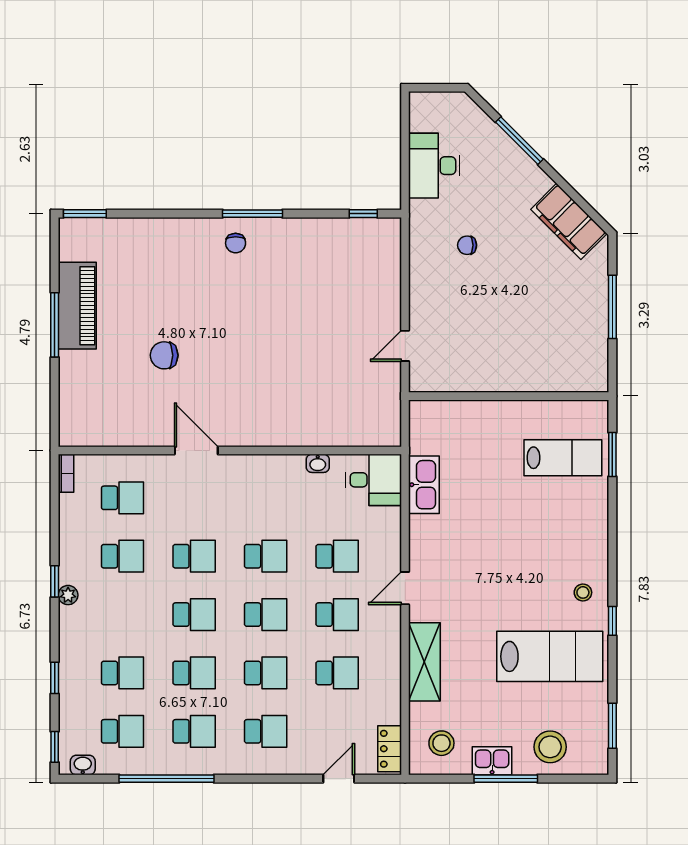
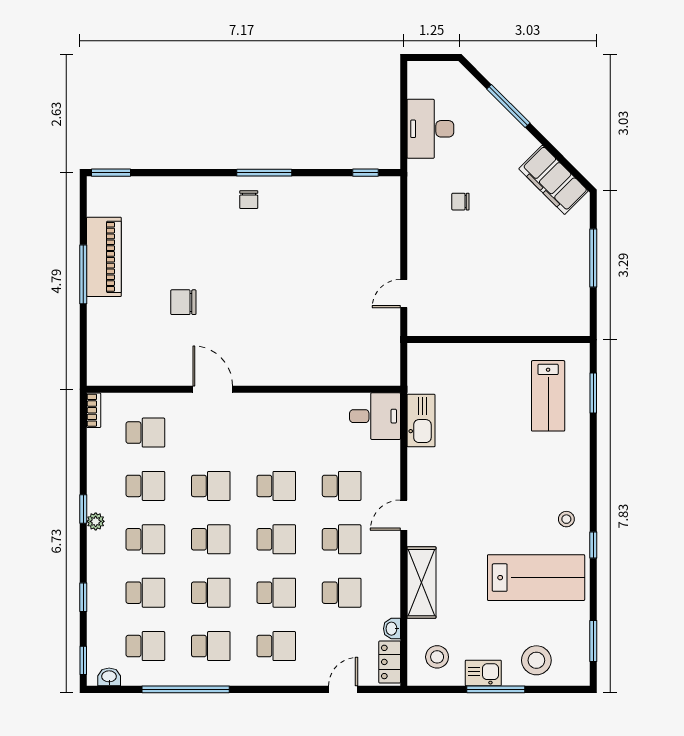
lab bench: (563, 458) -> (548, 396), turned 90
washbasin: (318, 463) -> (392, 629), moved, turned 90
school desk: (122, 615) -> (145, 539), added

